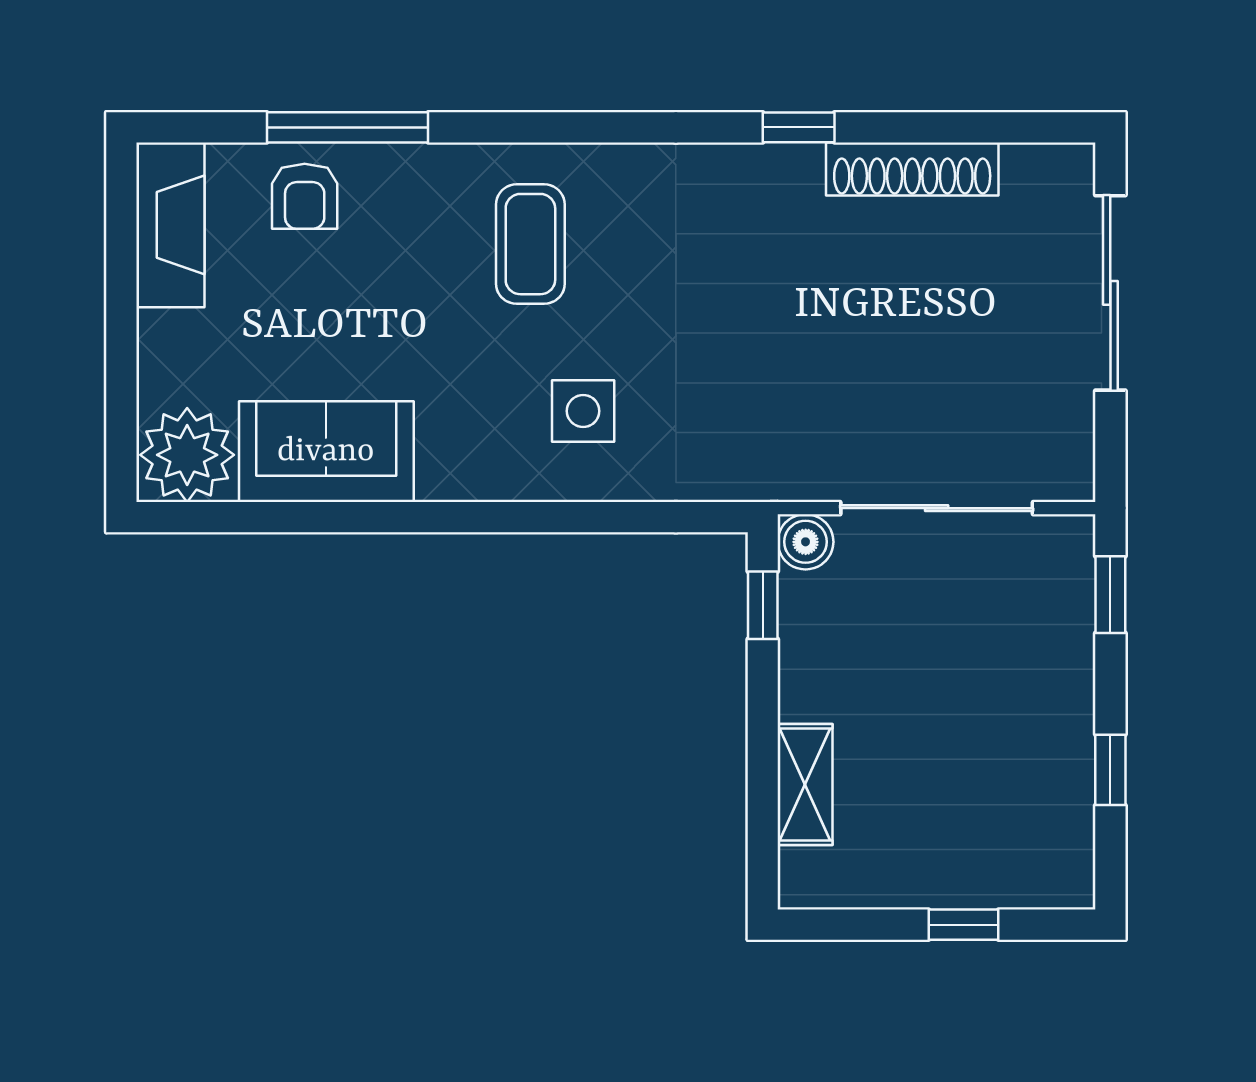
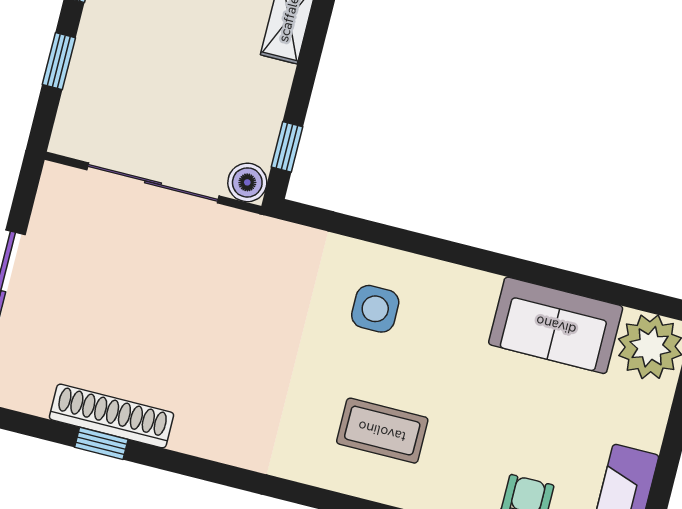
window: (799, 127) -> (101, 443), moved
coffee table: (530, 244) -> (382, 431), turned 90
window: (1110, 595) -> (59, 61), moved

